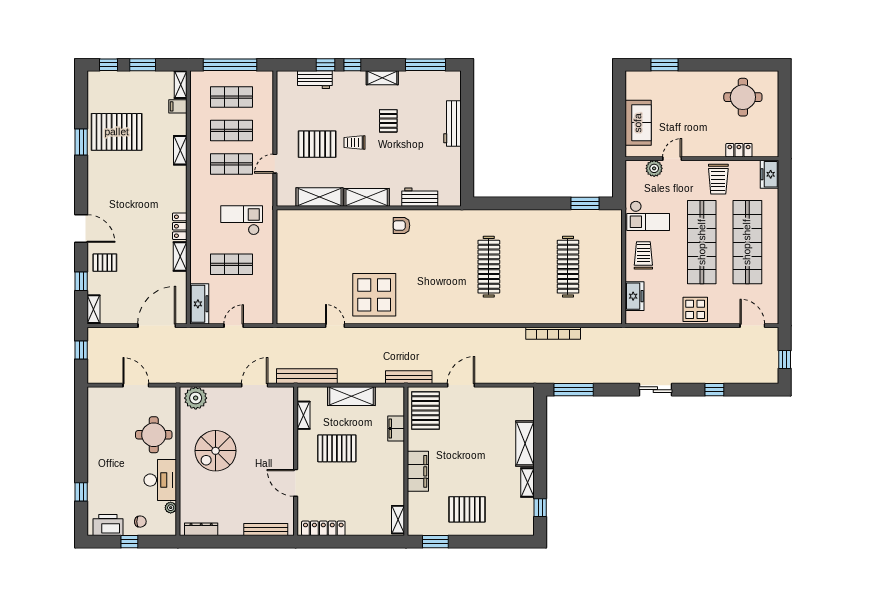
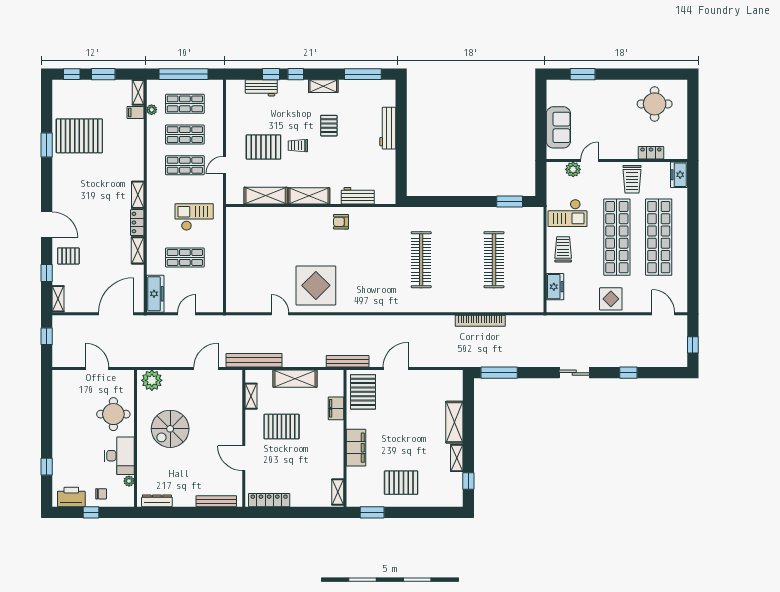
plant: (196, 103) -> (152, 110), added
shelving: (180, 150) -> (138, 195), moved

